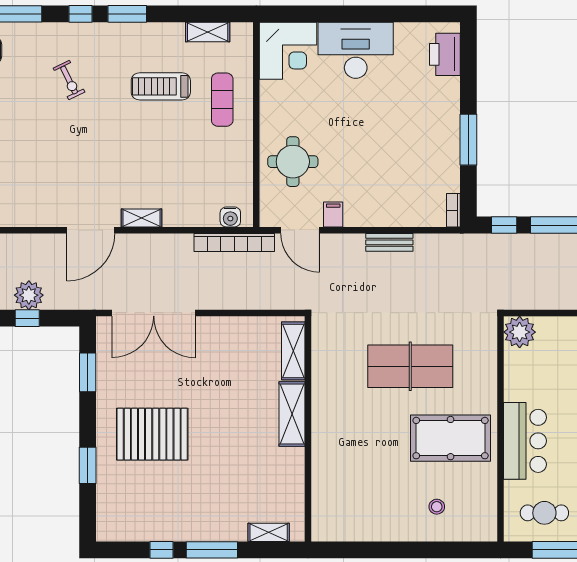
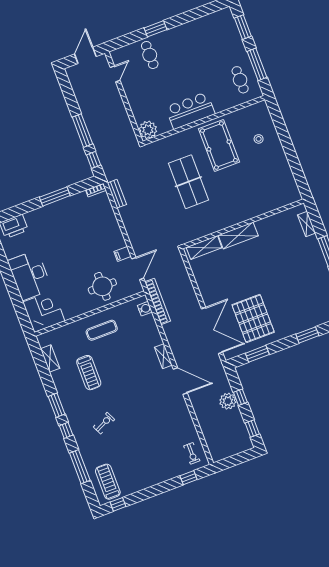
exercise mat: (222, 100) -> (102, 330), moved
bench: (389, 242) -> (117, 194), moved
pallet: (152, 434) -> (253, 318), moved
bar counter: (525, 441) -> (190, 111), moved

